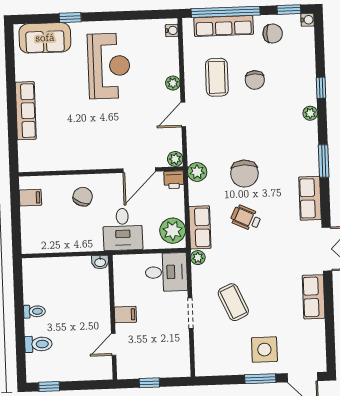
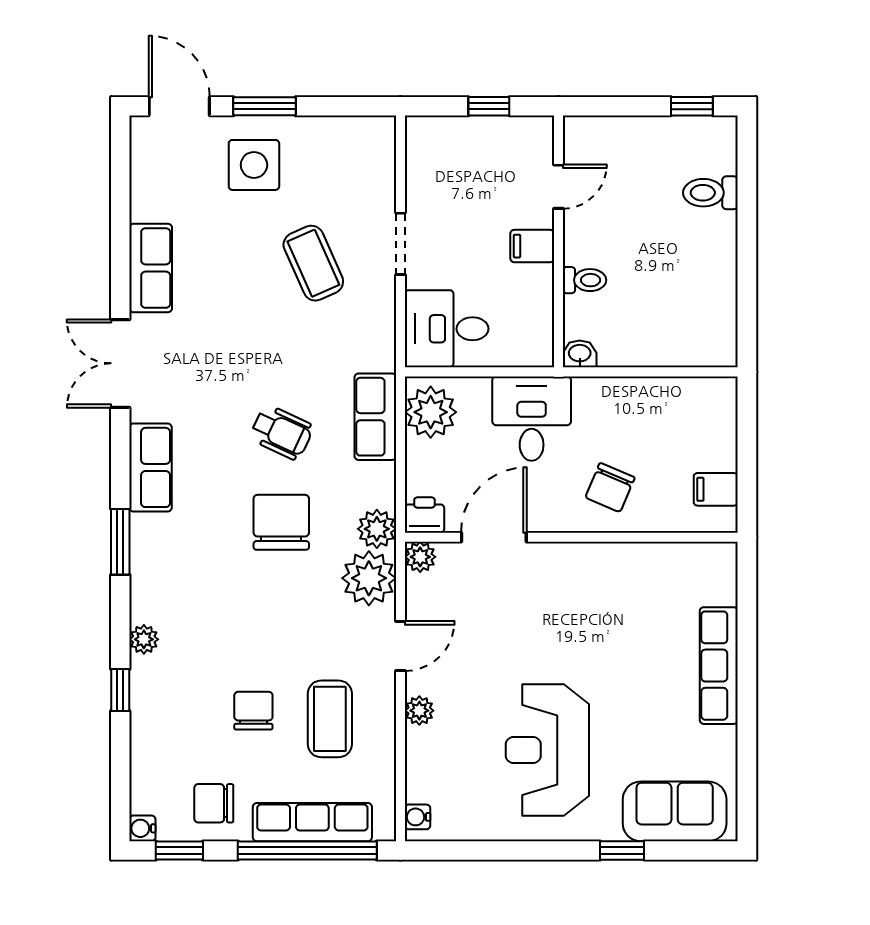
plant: (198, 258) -> (369, 578), moved, width x1.88, depth x1.88
toilet: (34, 311) -> (584, 280), moved, turned 180

